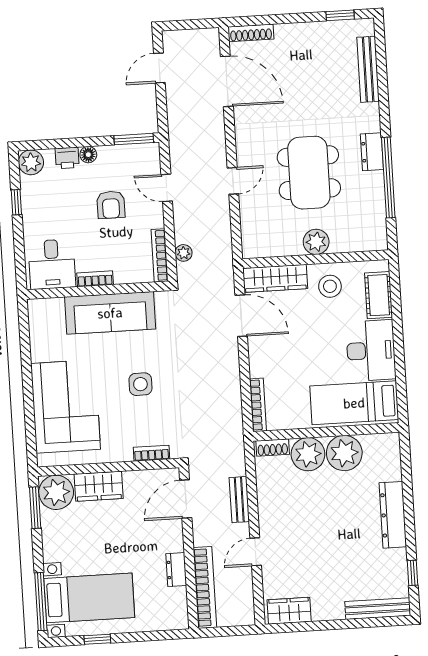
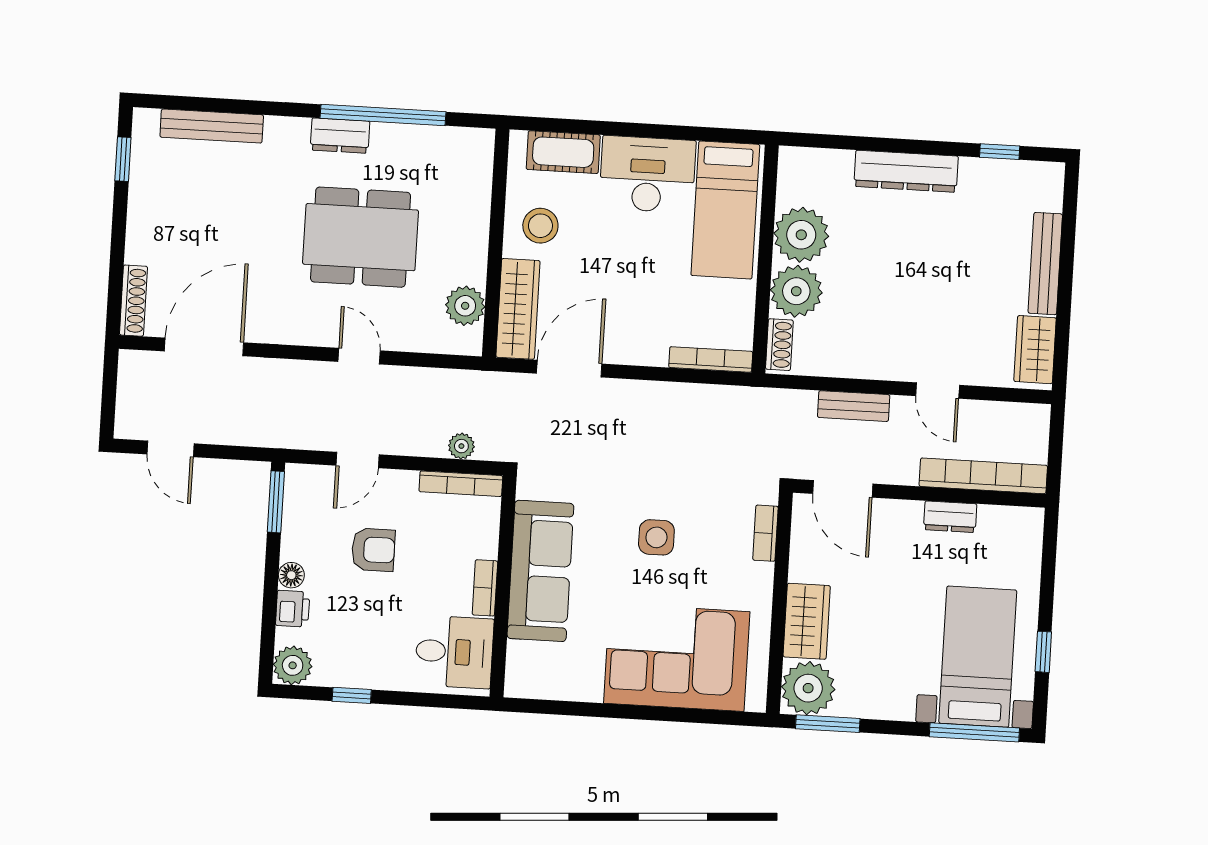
plant: (316, 242) -> (465, 306), moved
bench: (378, 609) -> (1045, 264), moved

